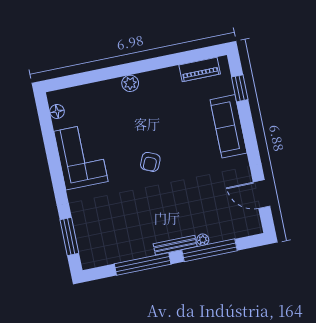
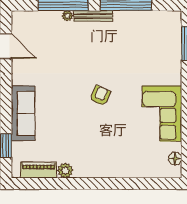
plant: (130, 83) -> (65, 170), moved

